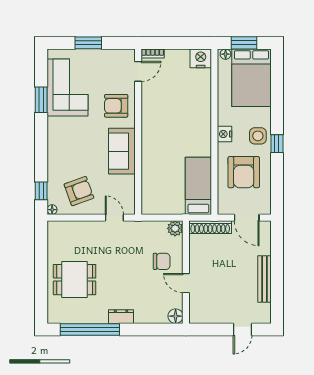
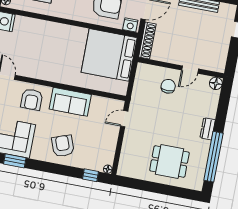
nightstand: (224, 134) -> (130, 25), moved
bed: (198, 186) -> (109, 55), width x2.04
armchair: (79, 191) -> (63, 146), moved
plant: (175, 228) -> (143, 70), removed
dining table: (75, 280) -> (169, 162), turned 90

